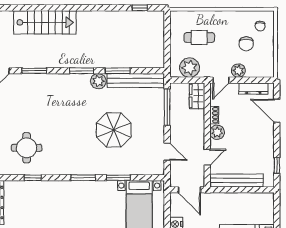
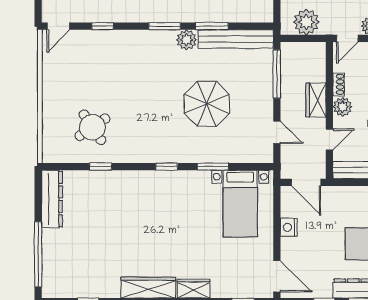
window: (34, 71) -> (103, 26), width x0.67
wardrobe: (197, 96) -> (316, 100), moved
round table: (27, 148) -> (92, 127), turned -34
window: (83, 178) -> (167, 167), width x0.67

